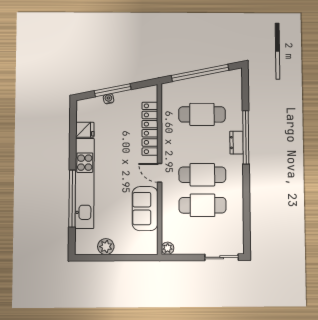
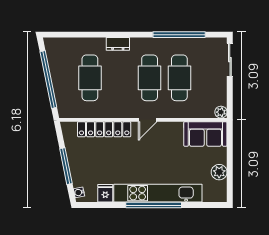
water cooler: (109, 99) -> (79, 192), moved
window: (246, 137) -> (179, 35), moved
window: (72, 199) -> (154, 205), moved
sofa: (145, 209) -> (205, 134), moved

